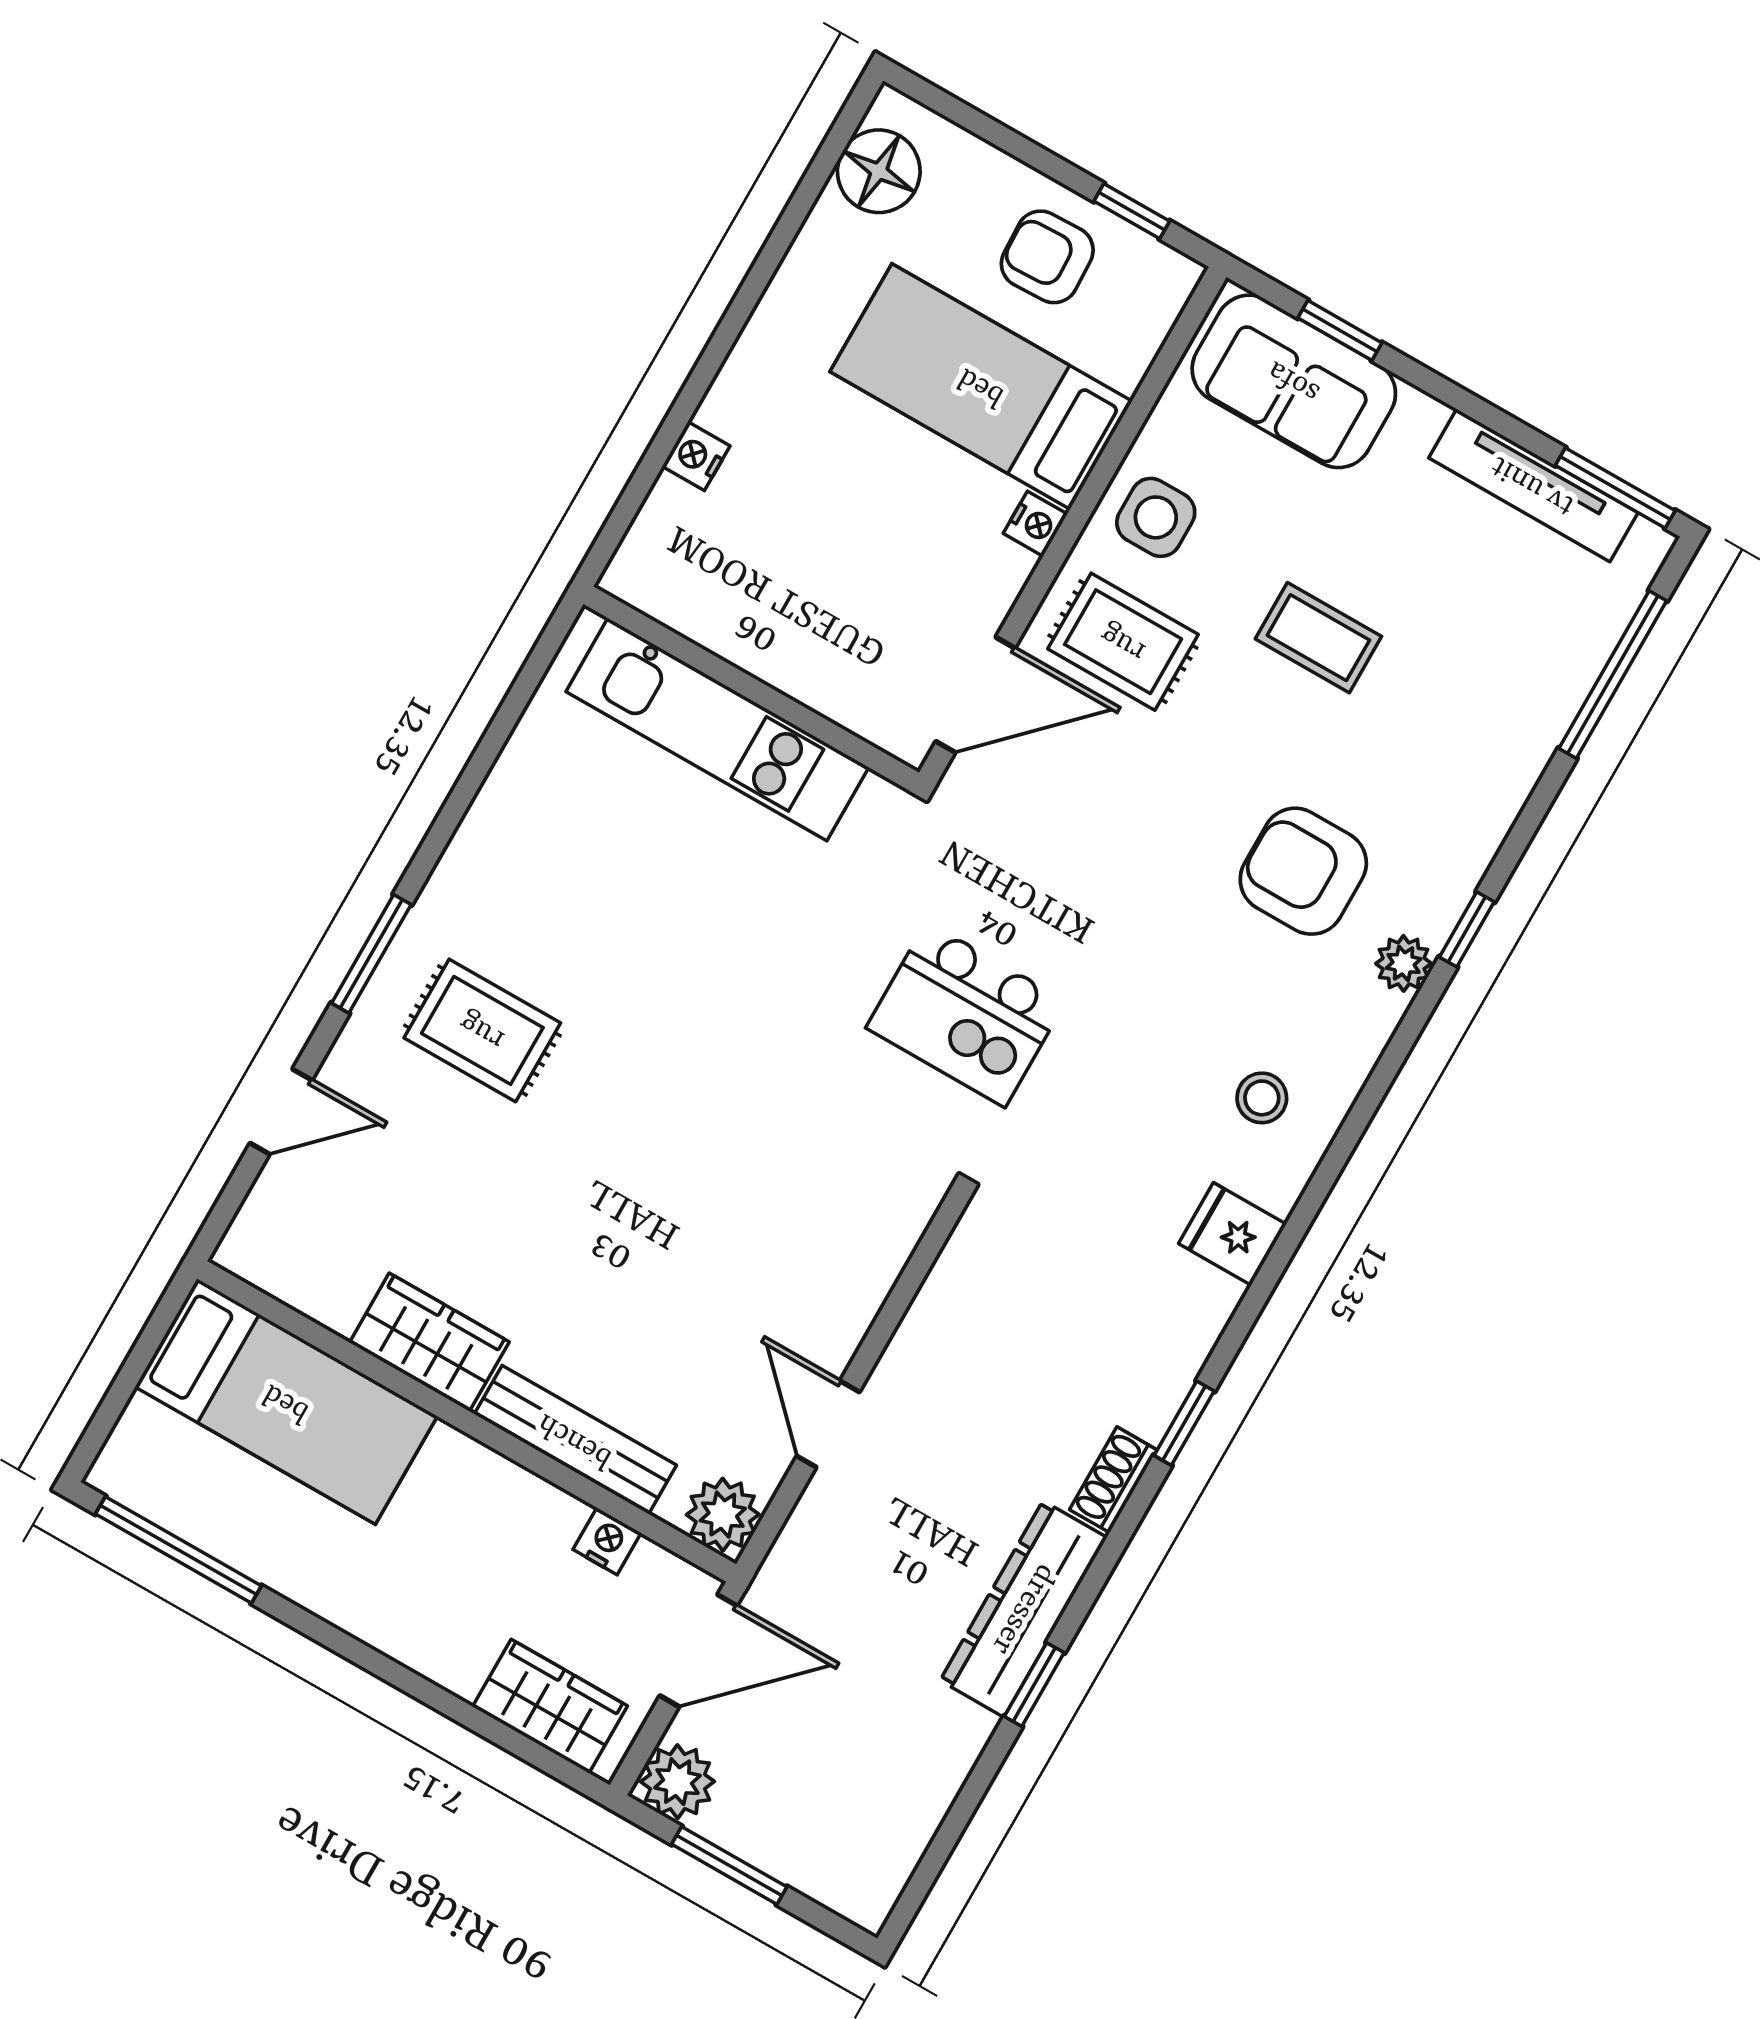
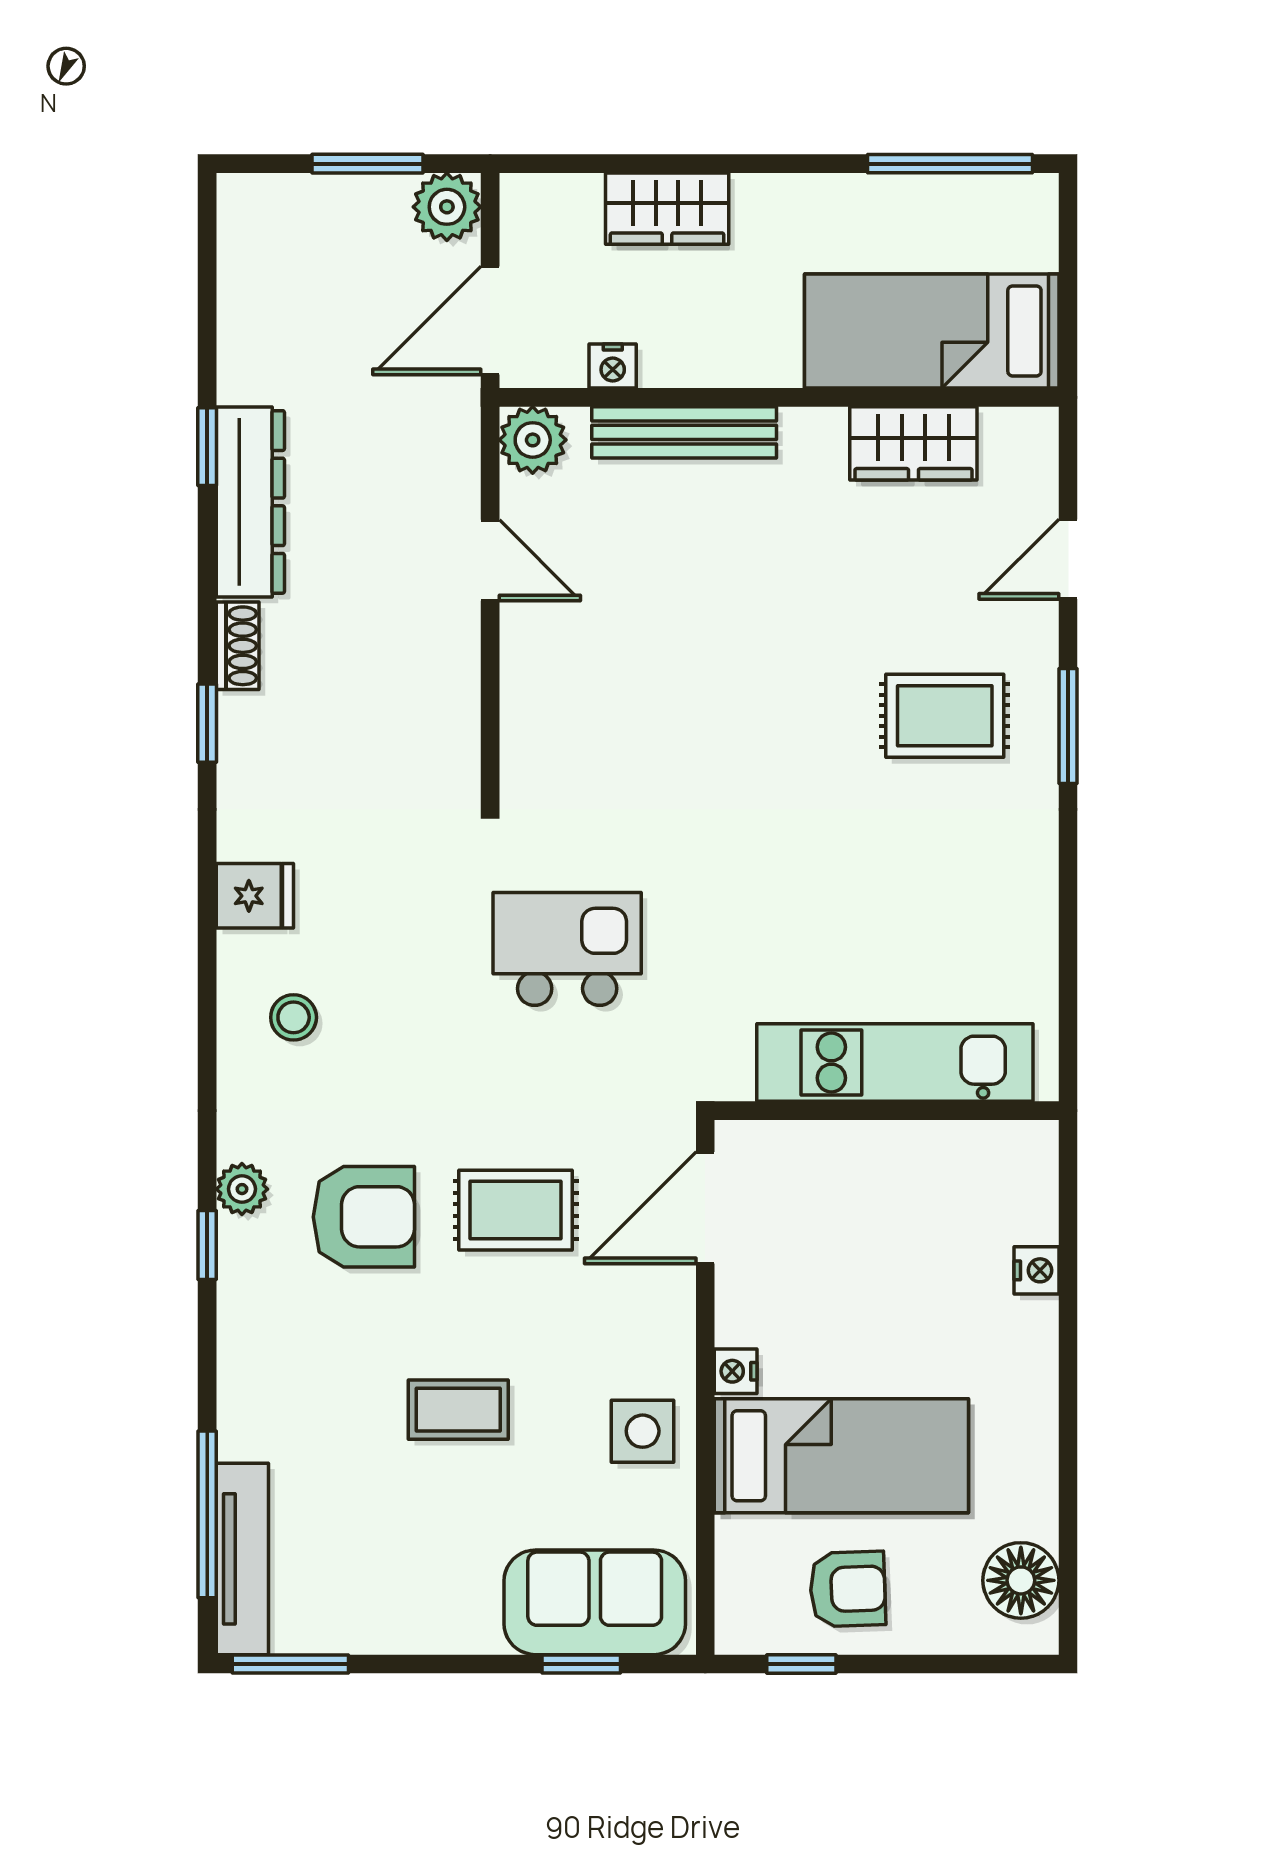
tv unit: (1533, 485) -> (242, 1559), moved, turned 90
rug: (1123, 642) -> (516, 1210), moved
wardrobe: (429, 1342) -> (913, 443), moved
wardrobe: (550, 1706) -> (667, 209), moved

